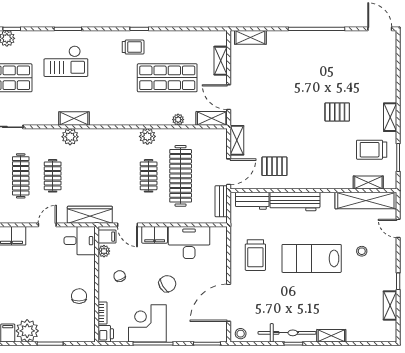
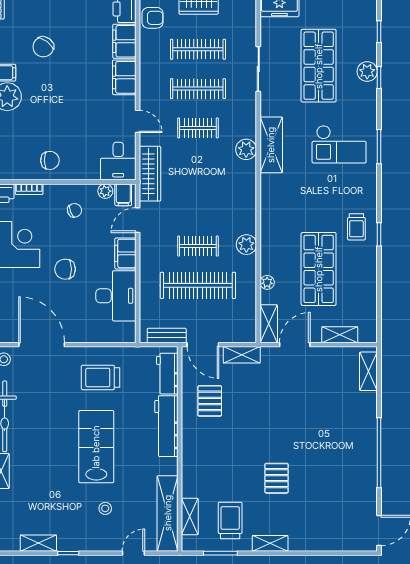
checkout: (66, 61) -> (339, 144), turned -90
shelving: (74, 119) -> (271, 145), width x1.50, depth x1.33
chair: (167, 284) -> (65, 269), turned 121

